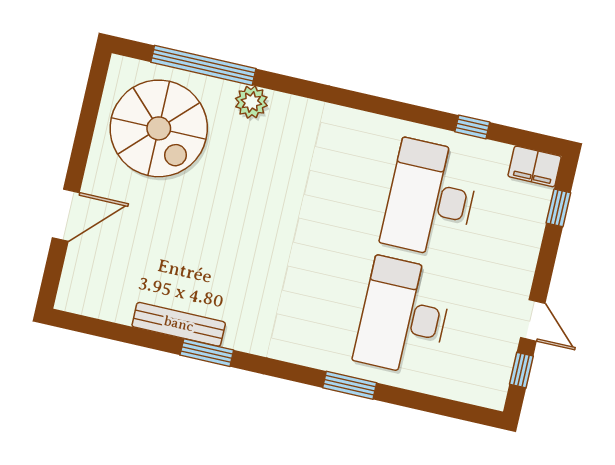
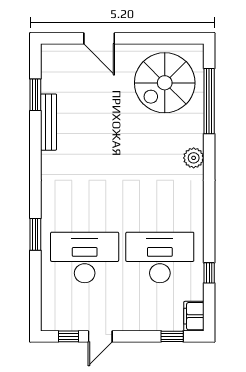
plant: (251, 102) -> (194, 158), moved
window: (207, 353) -> (35, 95), moved

